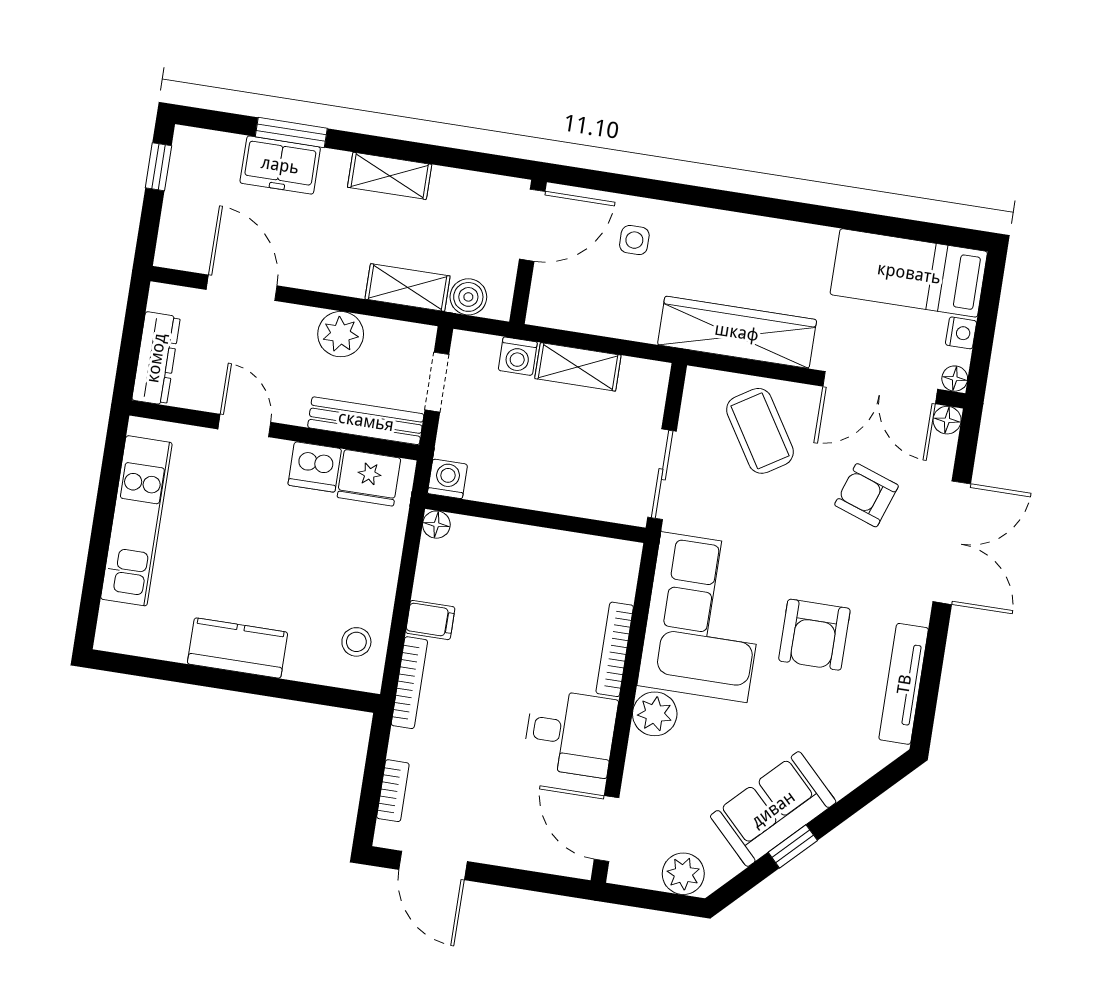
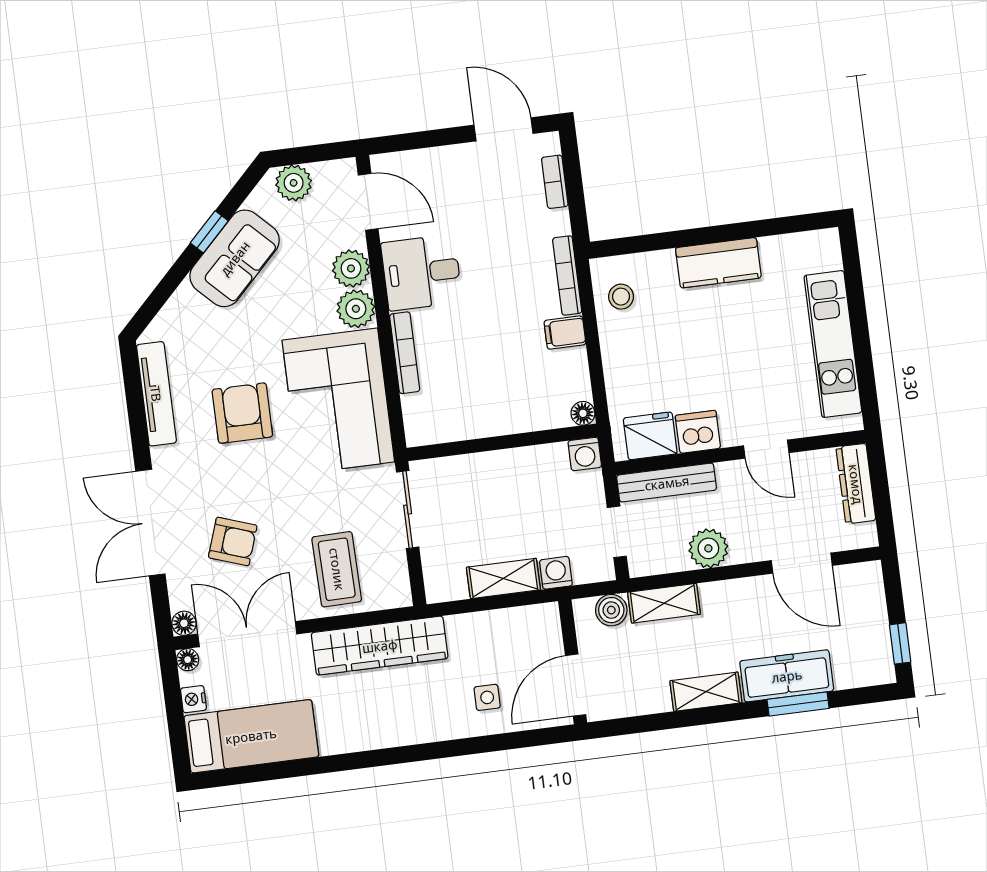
freezer: (280, 165) -> (787, 676), width x1.40
coffee table: (760, 431) -> (337, 569), turned 31
plant: (647, 760) -> (351, 268), added

